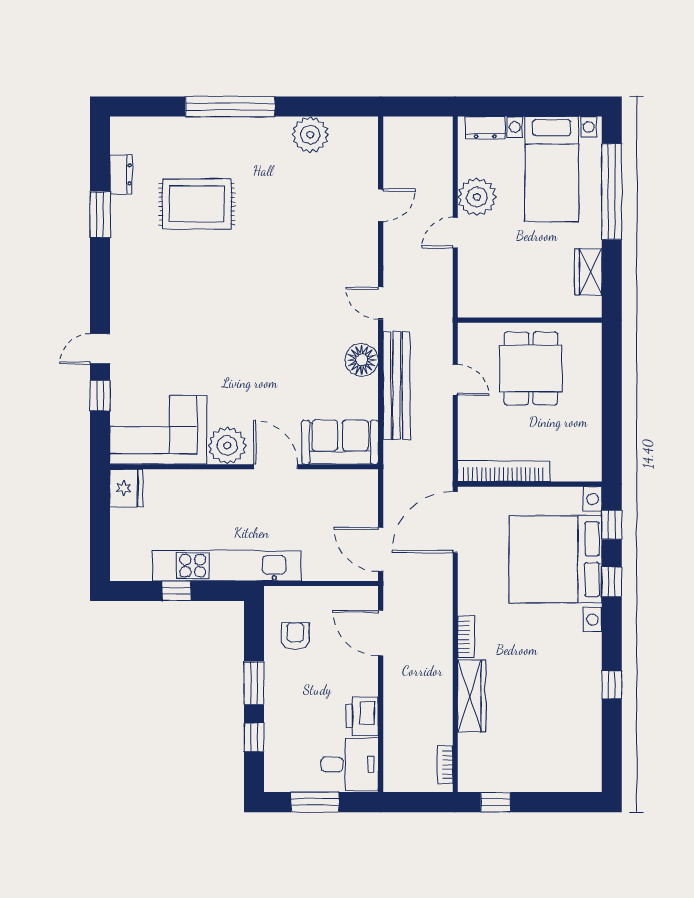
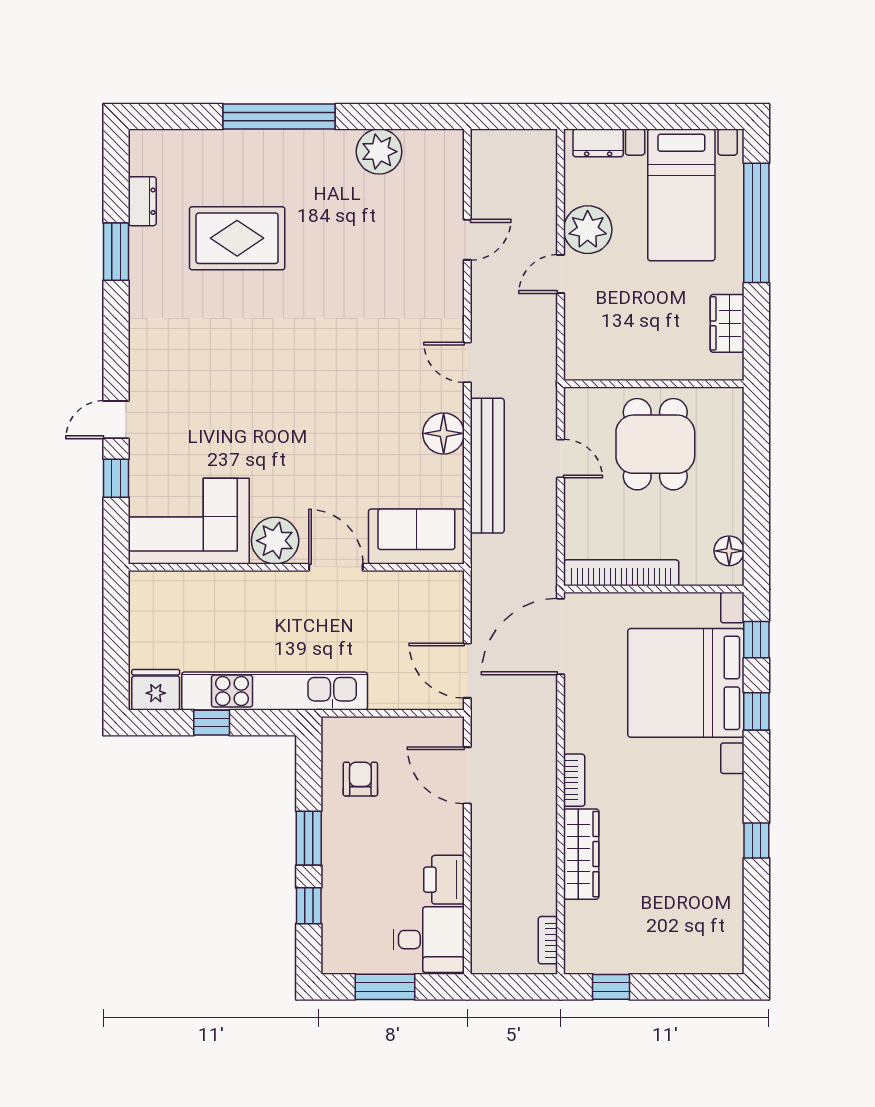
floor lamp: (590, 454) -> (729, 551), added
fridge: (126, 488) -> (156, 690), moved, turned -90

